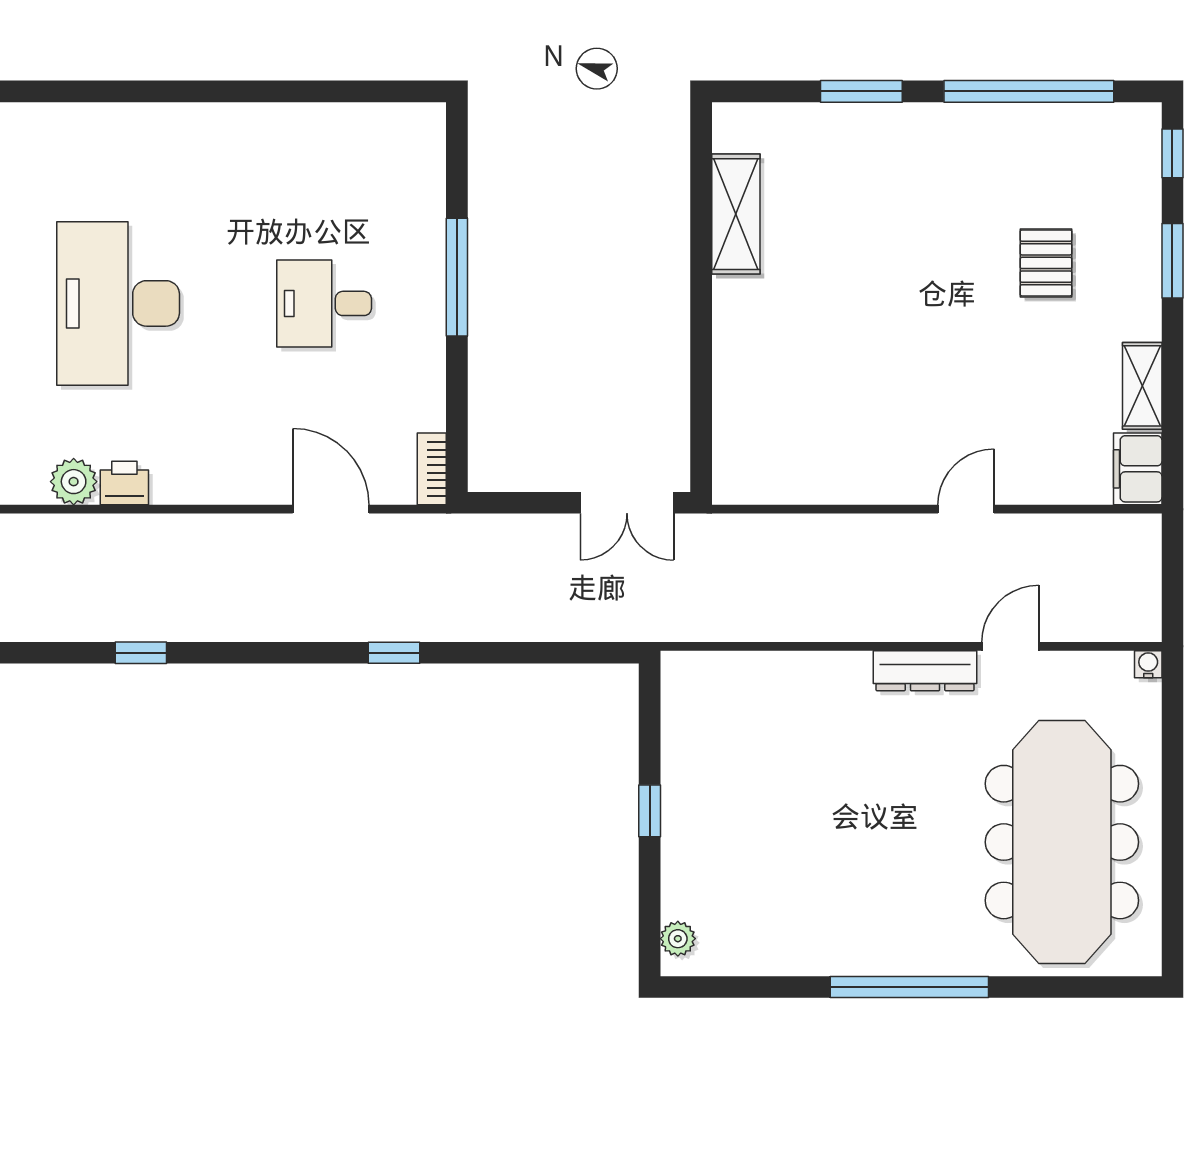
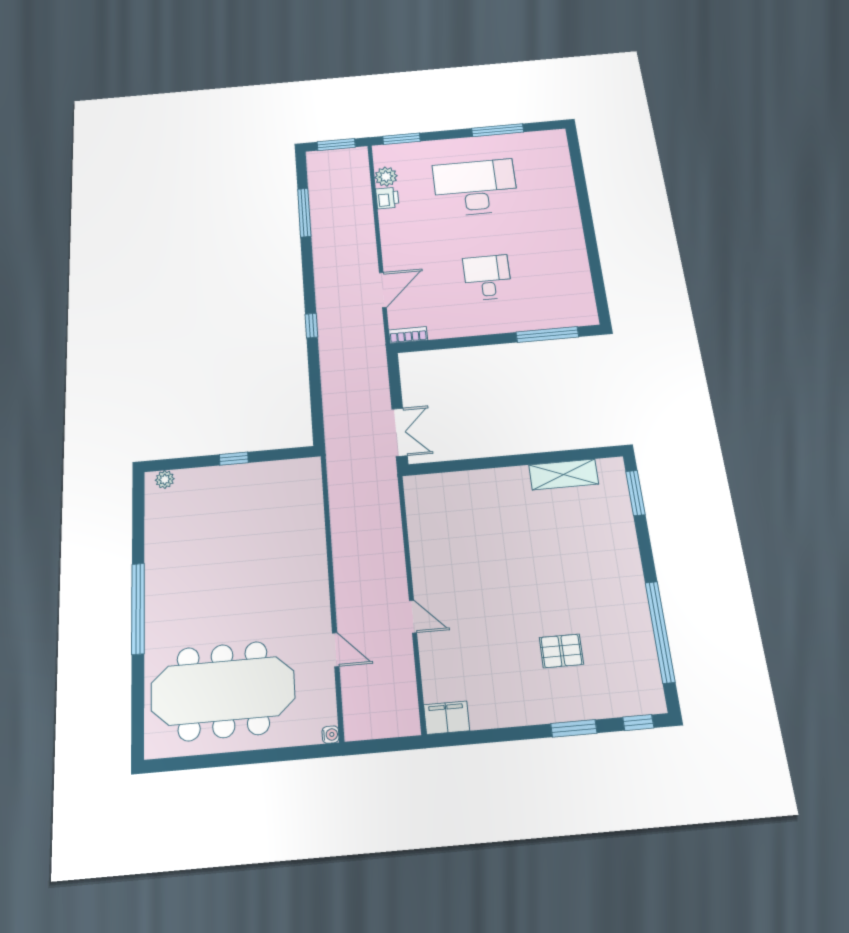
window: (861, 91) -> (635, 493), moved
window: (457, 277) -> (547, 335), moved
shelving: (1142, 386) -> (496, 716), removed
double door: (627, 503) -> (399, 432), swing flipped
window: (141, 653) -> (304, 212), width x2.17
dresser: (925, 671) -> (319, 601), removed

